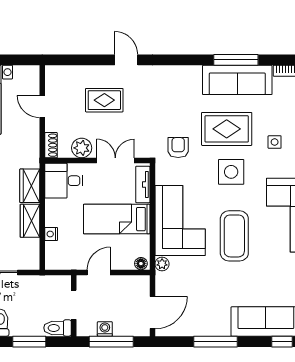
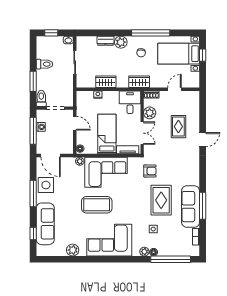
side table: (231, 172) -> (46, 185), moved
wardrobe: (30, 186) -> (139, 82), moved

